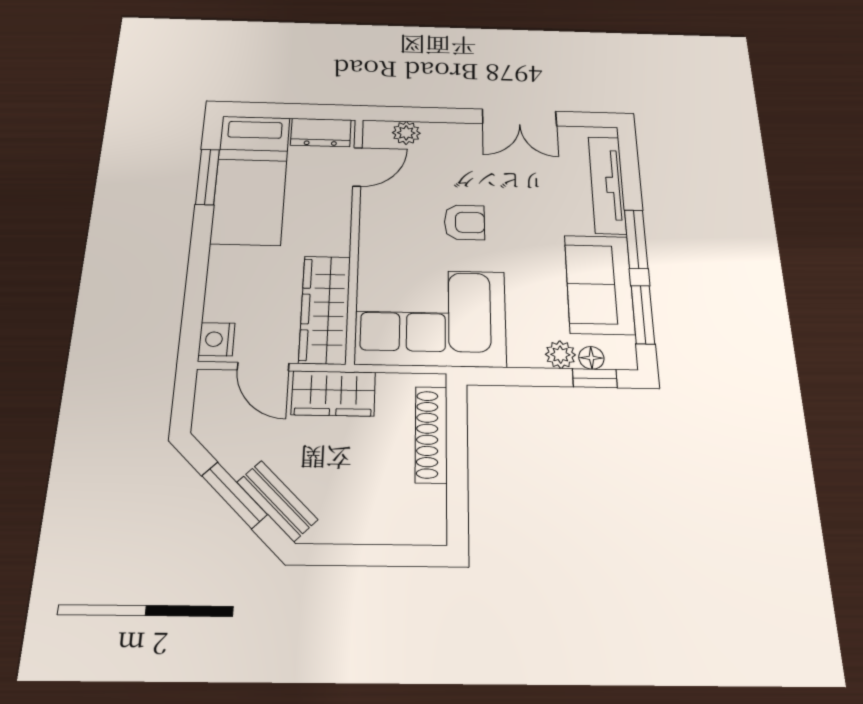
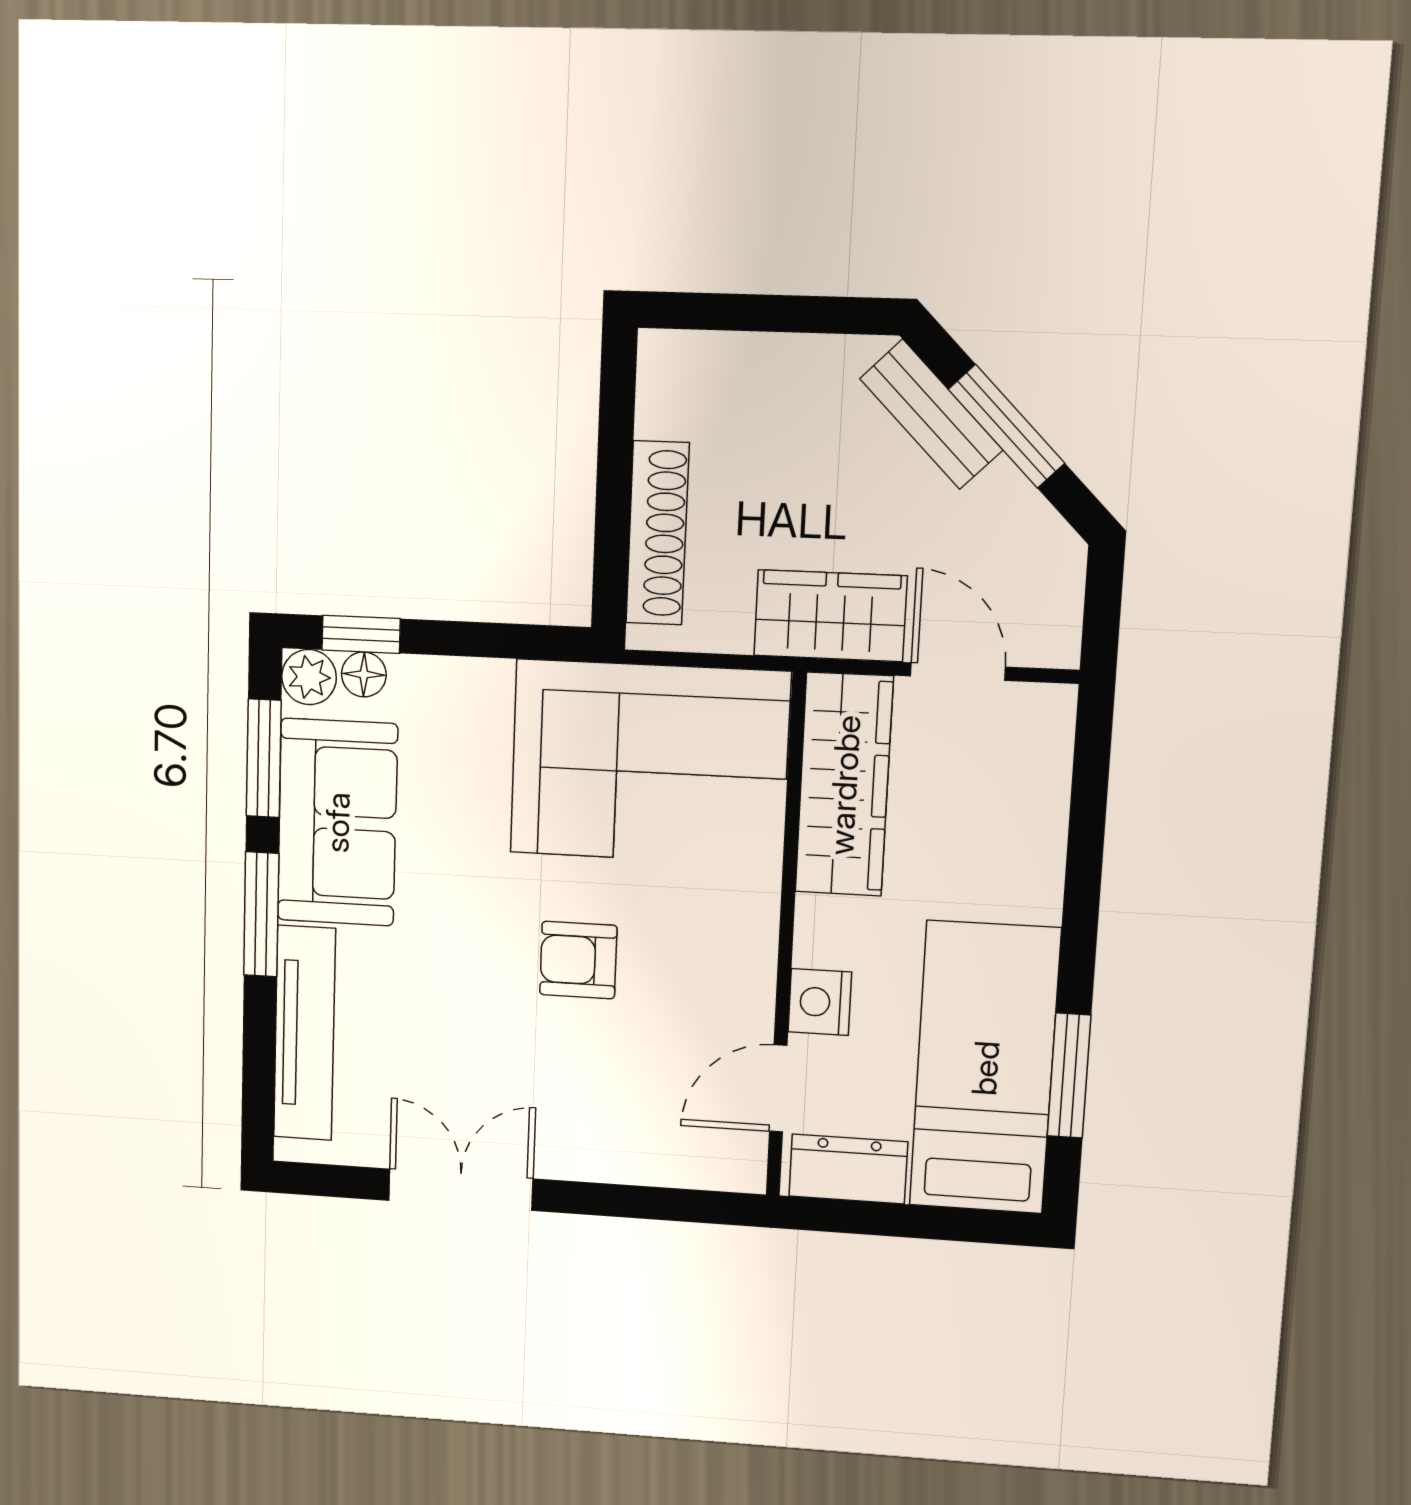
plant: (406, 133) -> (682, 1162), removed
nightstand: (217, 339) -> (820, 1002), moved, turned 180
plant: (560, 355) -> (309, 677), moved

